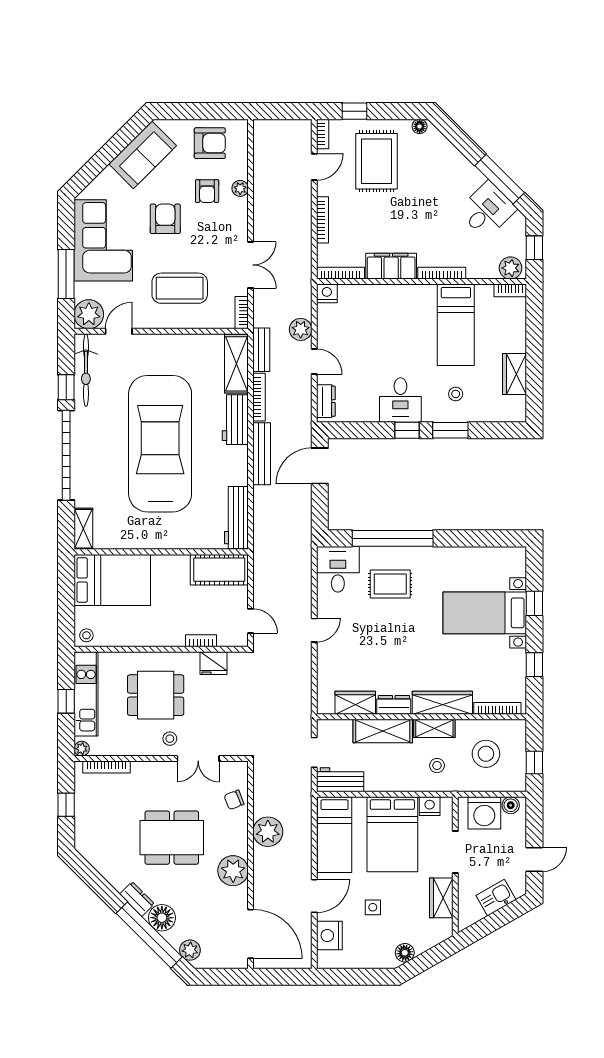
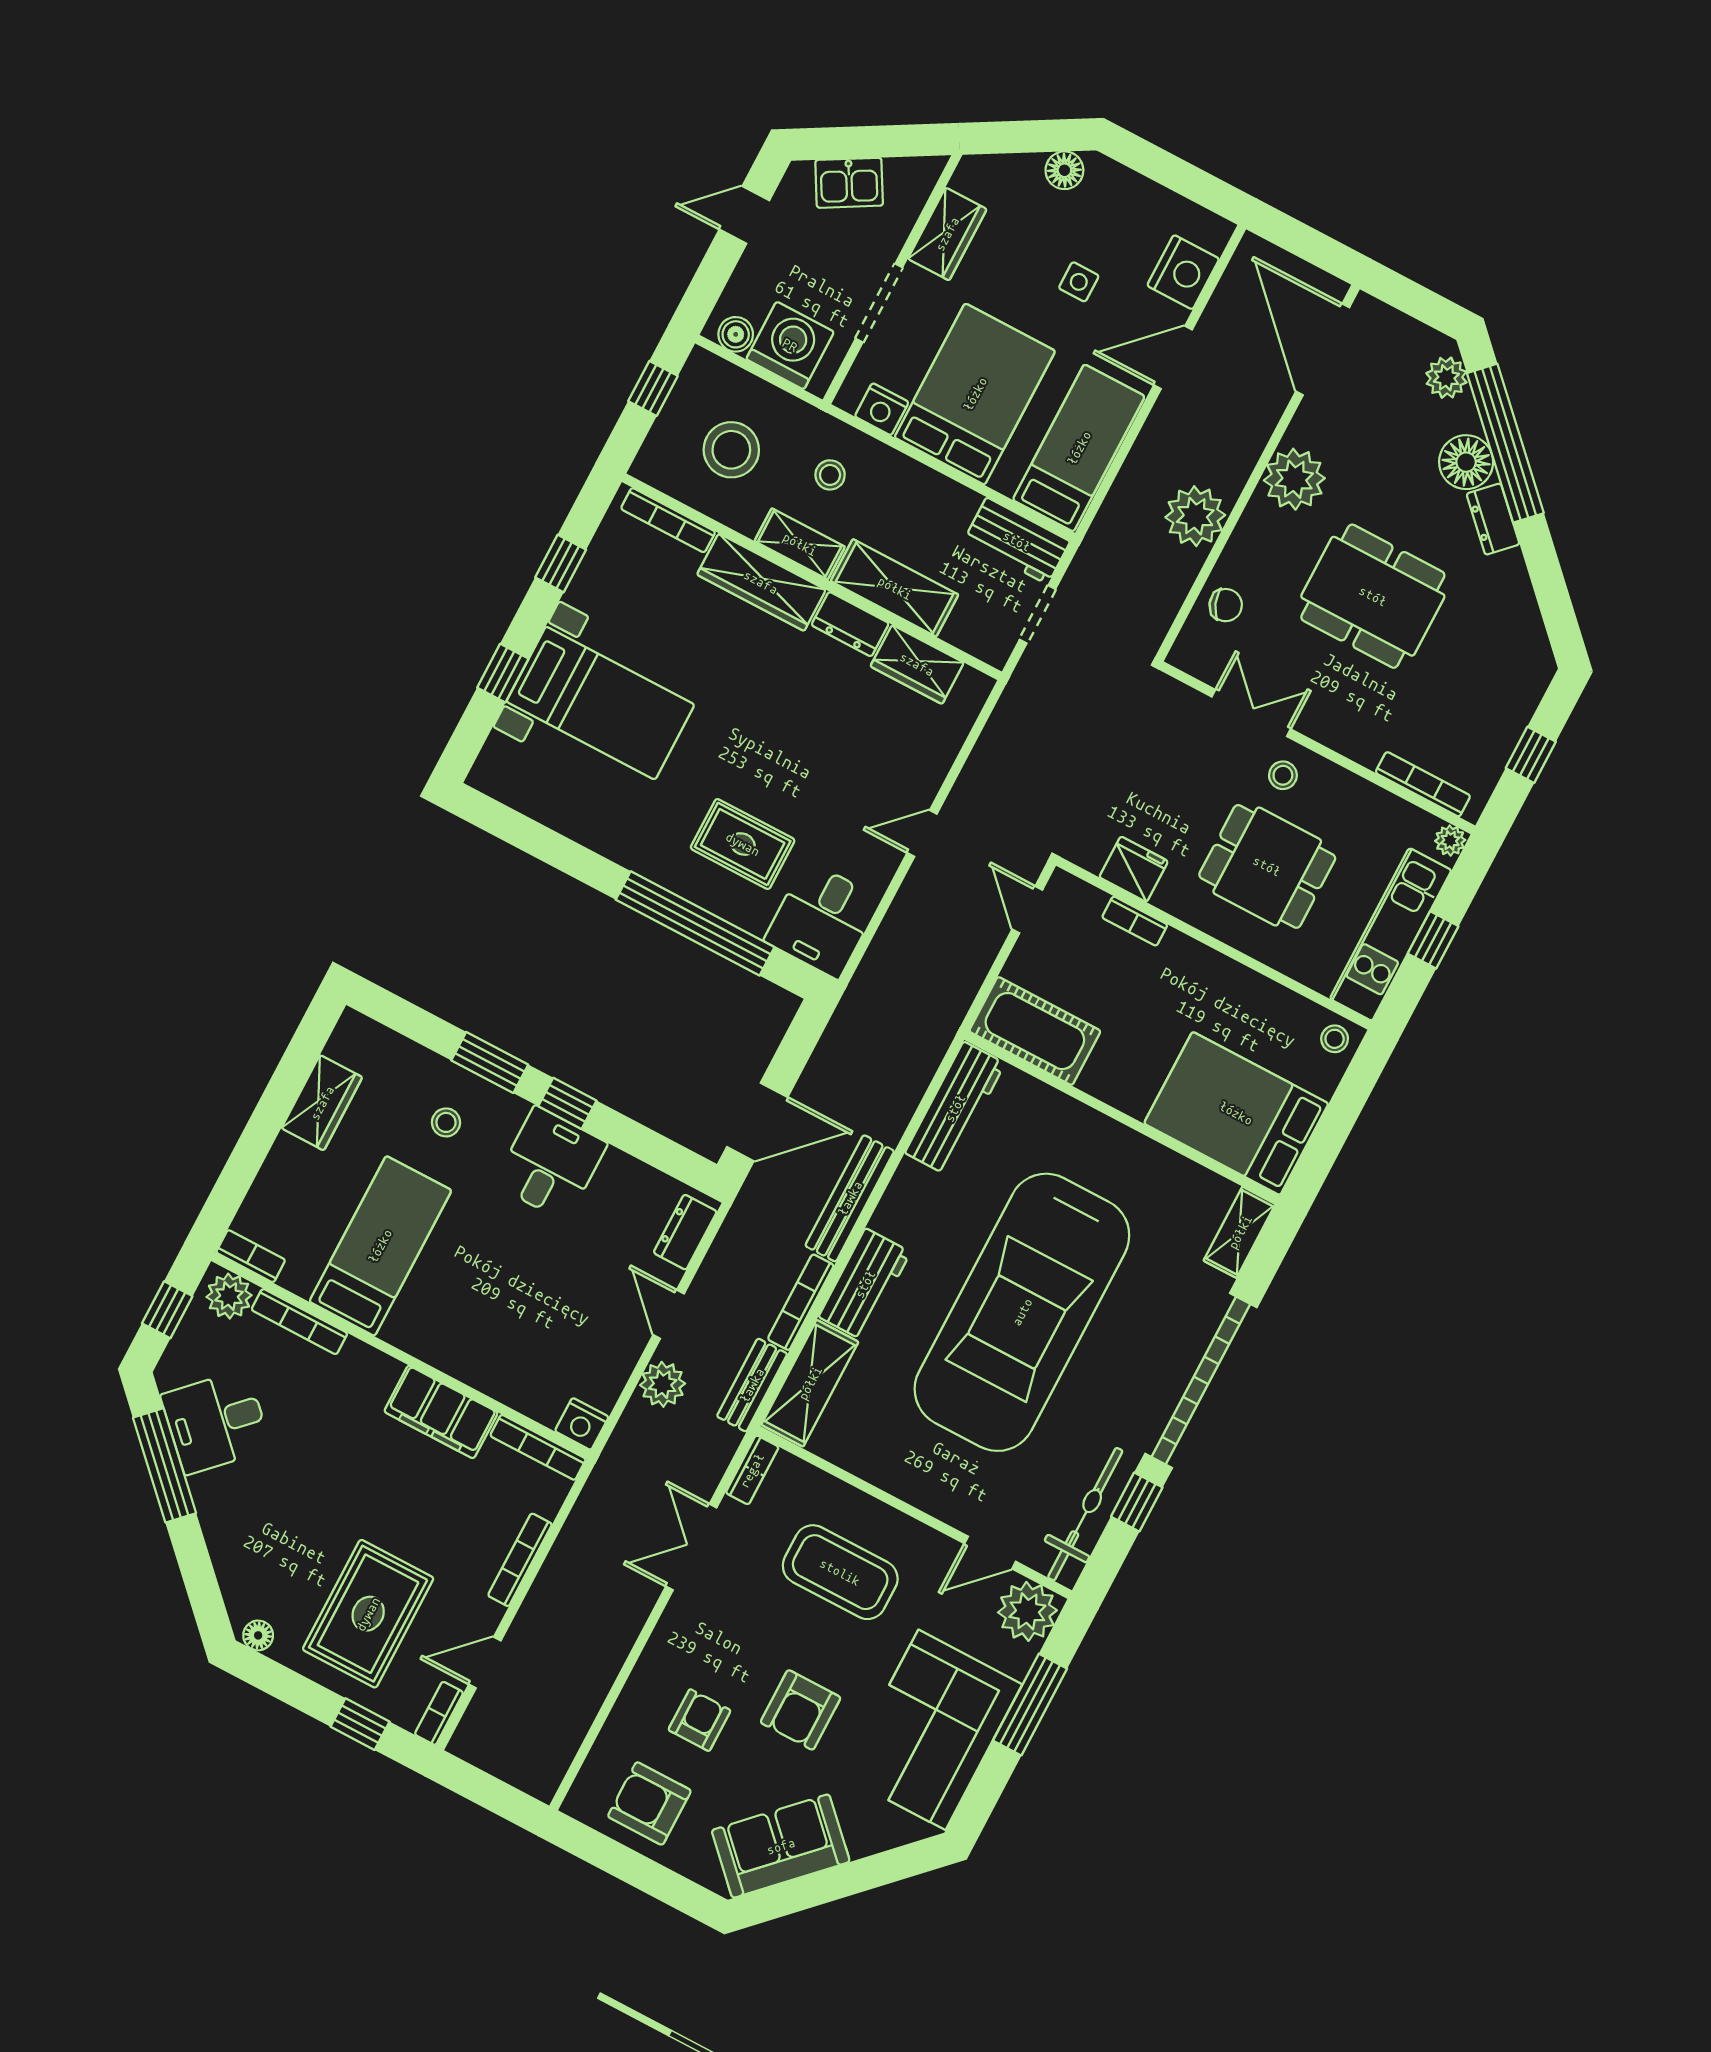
plant: (240, 188) -> (638, 1694), removed
bookcase: (442, 273) -> (299, 1322), moved

